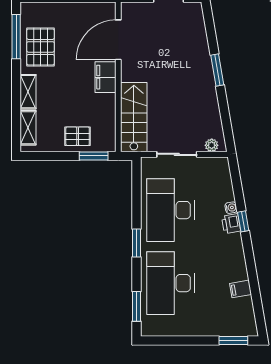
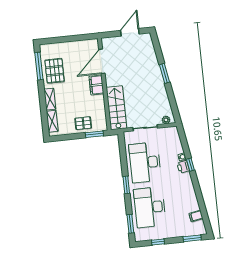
filing cabinet: (241, 289) -> (196, 216), moved
window: (178, 340) -> (158, 242), added

